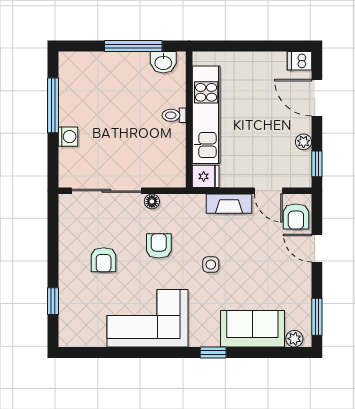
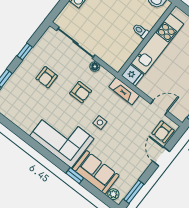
door: (268, 191) -> (159, 108), swing flipped
fireplace: (229, 204) -> (124, 91), moved
armchair: (159, 246) -> (81, 92), turned 90
window: (53, 249) -> (25, 52), added
corner sofa: (147, 318) -> (62, 137), moved
window: (213, 352) -> (75, 176), moved

